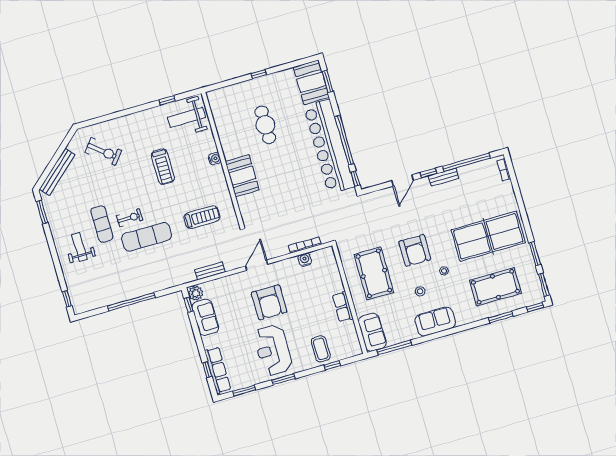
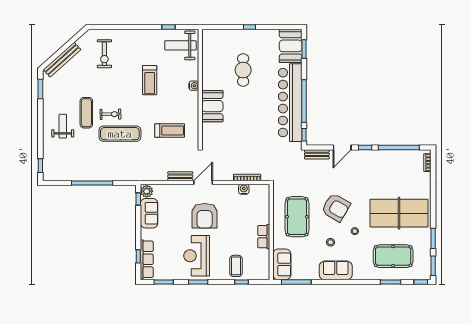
exercise bike: (103, 151) -> (104, 54), turned 51
bench: (444, 177) -> (317, 154), moved
armchair: (415, 250) -> (336, 208), turned -60
bench: (210, 271) -> (180, 176), moved

